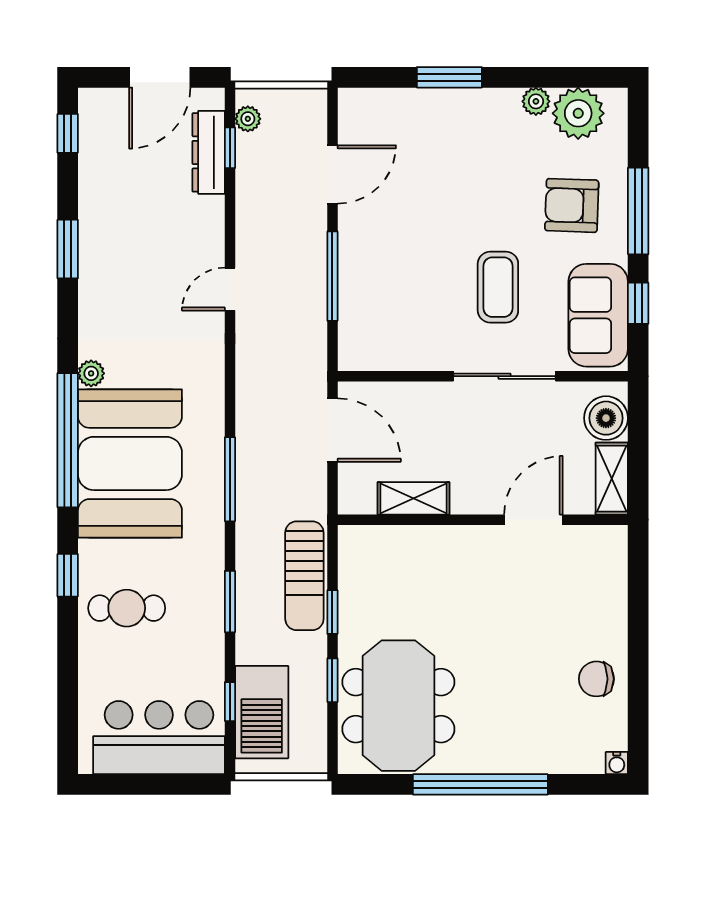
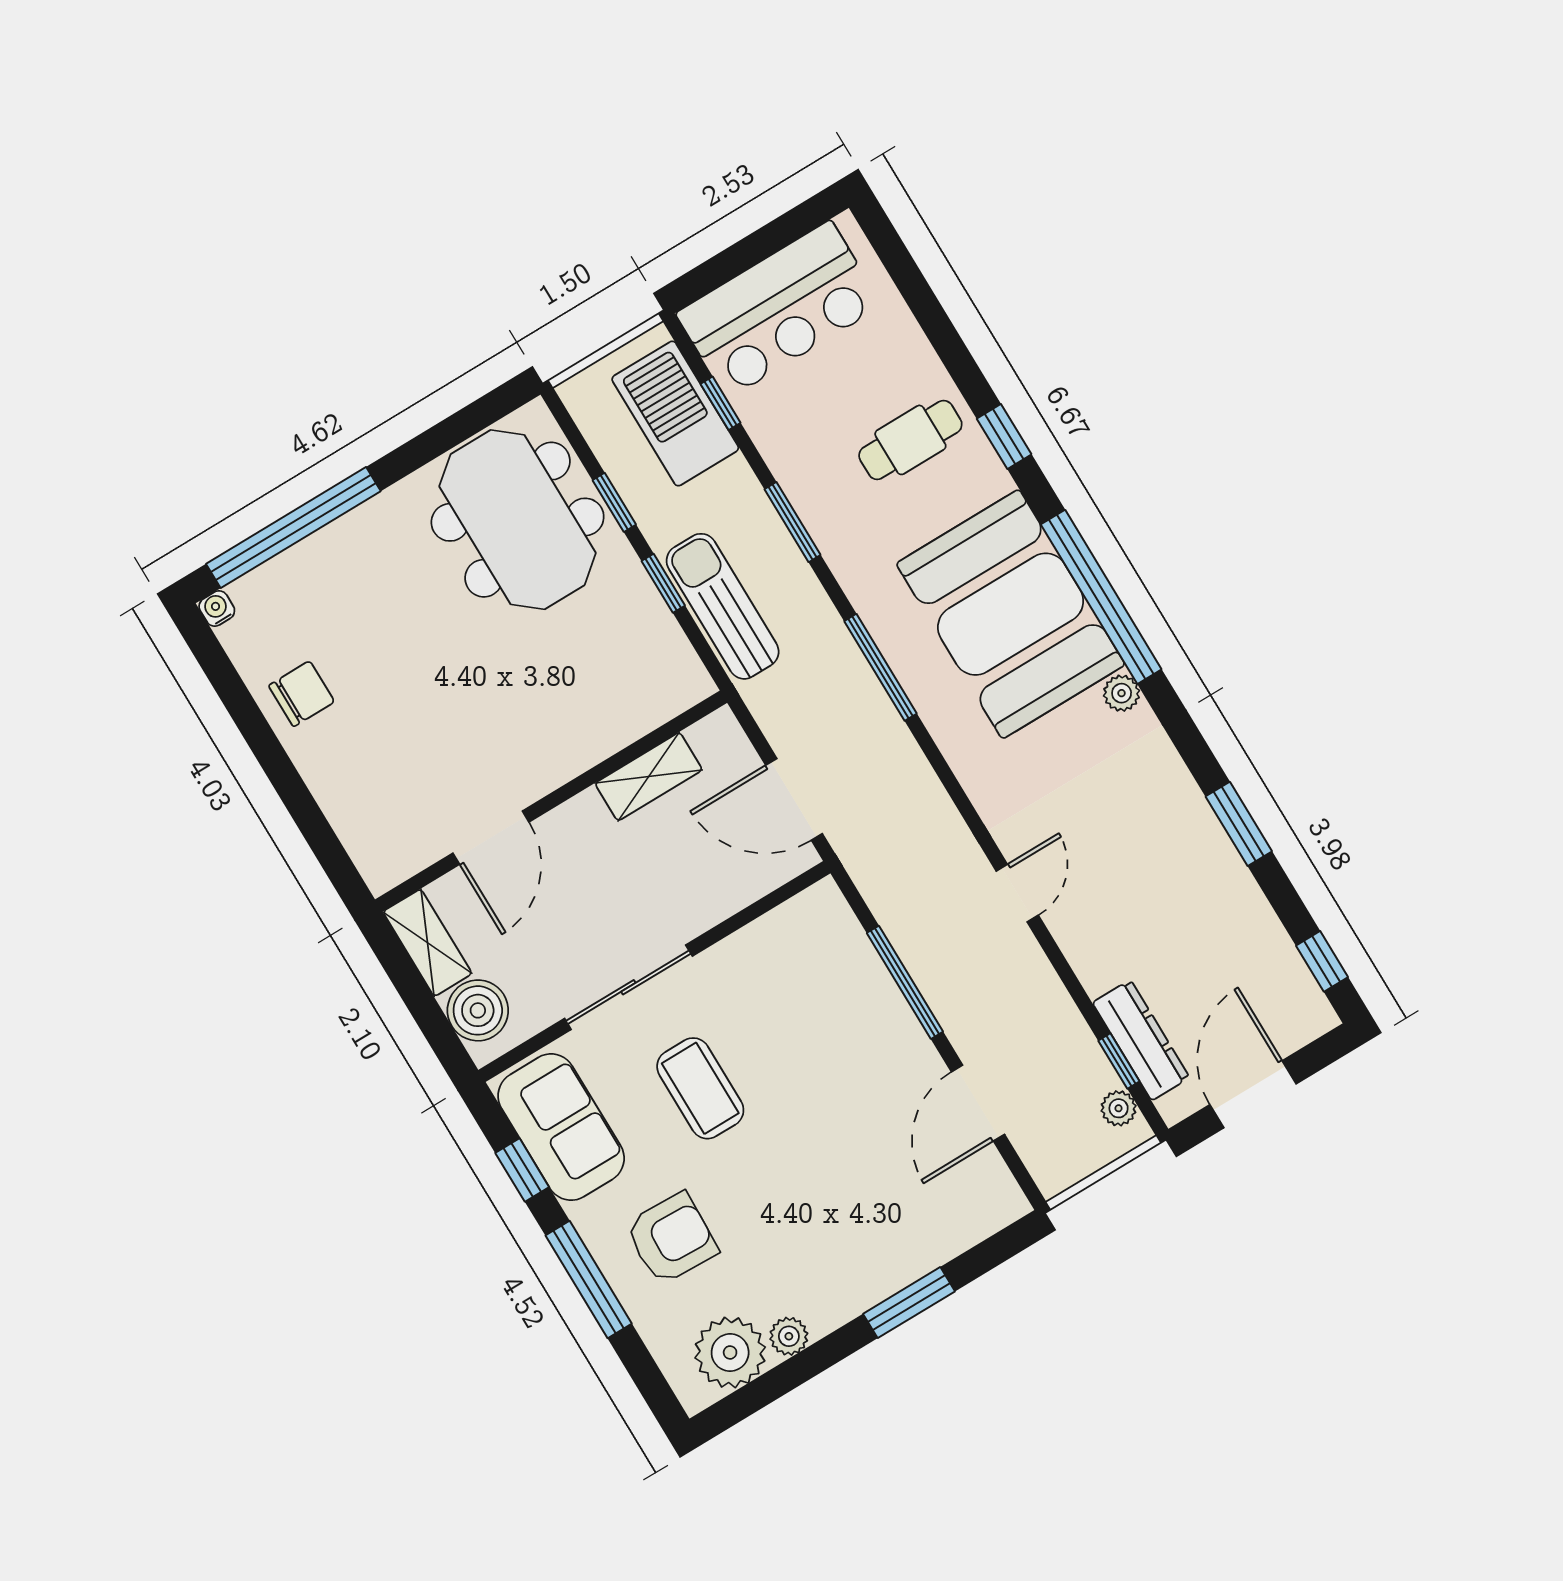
window: (480, 784) -> (293, 528), moved

